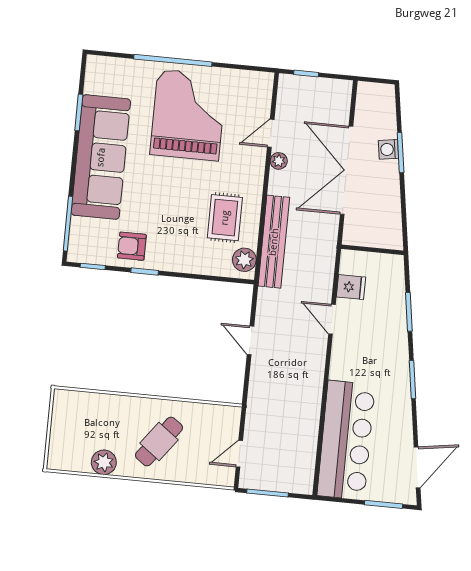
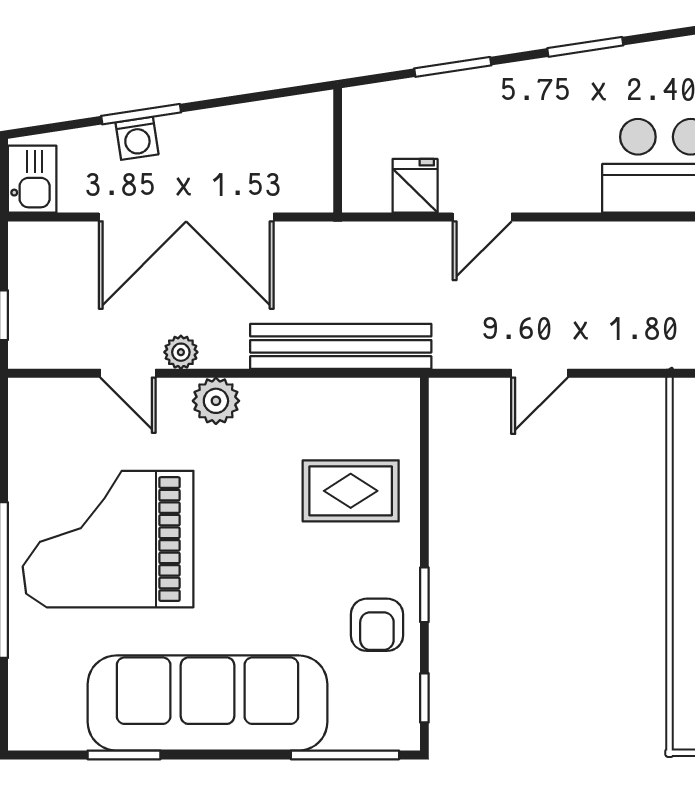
kitchen sink: (373, 95) -> (32, 179), added
rug: (225, 218) -> (351, 491), moved
plant: (244, 260) -> (216, 401), moved

